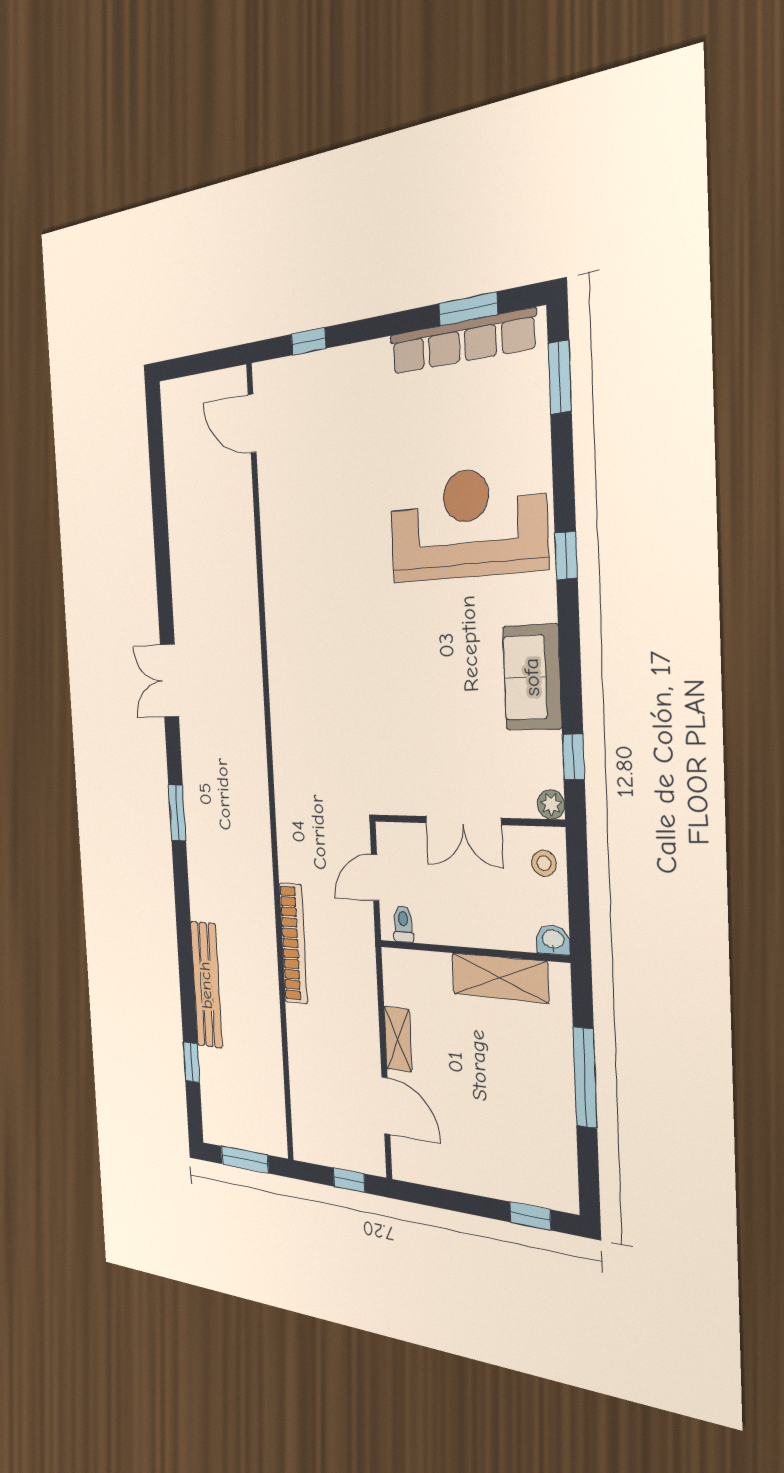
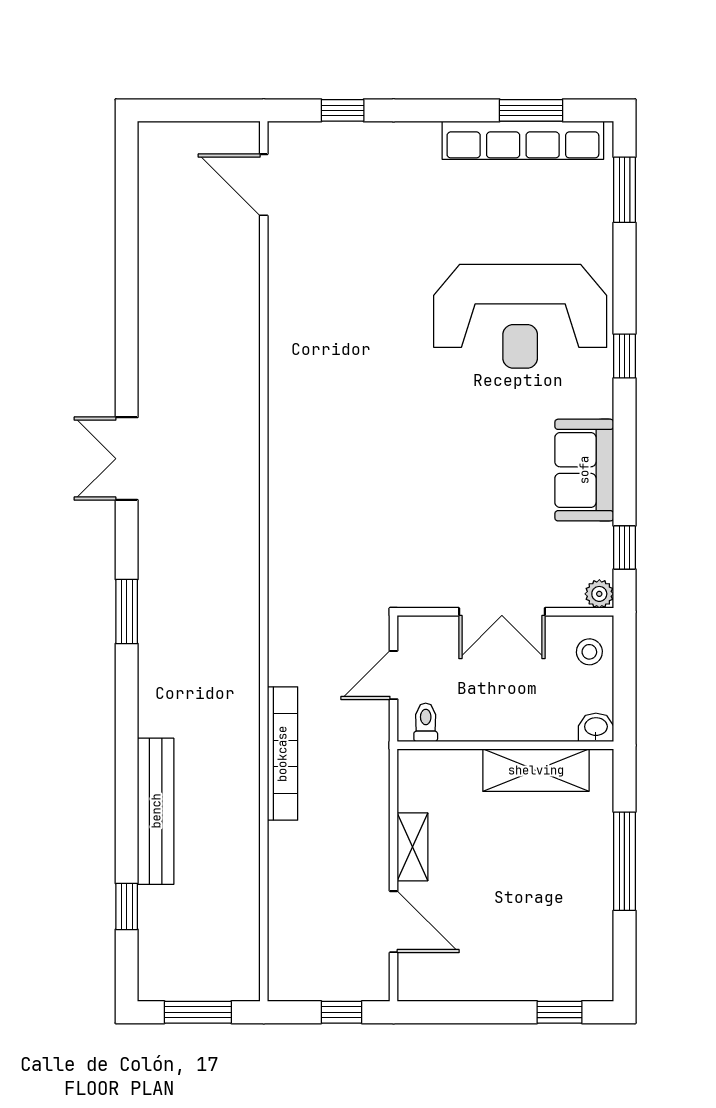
reception desk: (467, 524) -> (520, 316), turned 180

